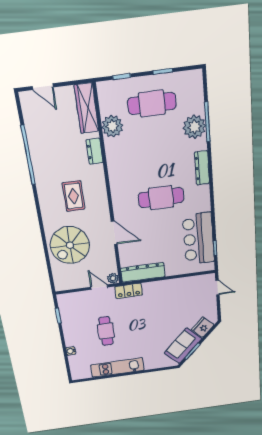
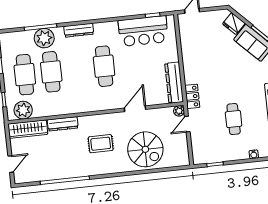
plant: (112, 126) -> (23, 110), moved
cafe table: (155, 136) -> (51, 72), added
dresser: (95, 151) -> (63, 124), width x1.44
cafe table: (106, 331) -> (234, 119), turned 90

